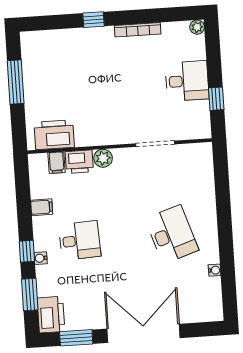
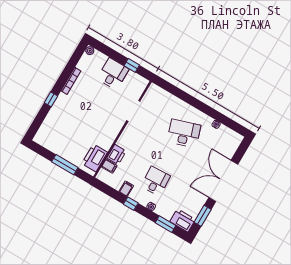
window: (16, 82) -> (65, 165), moved
plant: (103, 158) -> (123, 142), removed
window: (27, 251) -> (131, 204), moved

